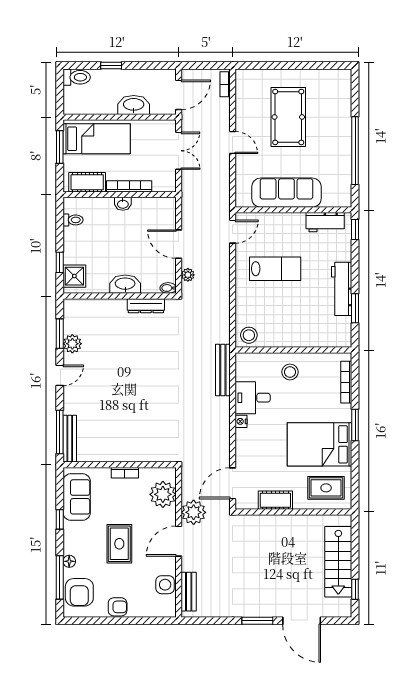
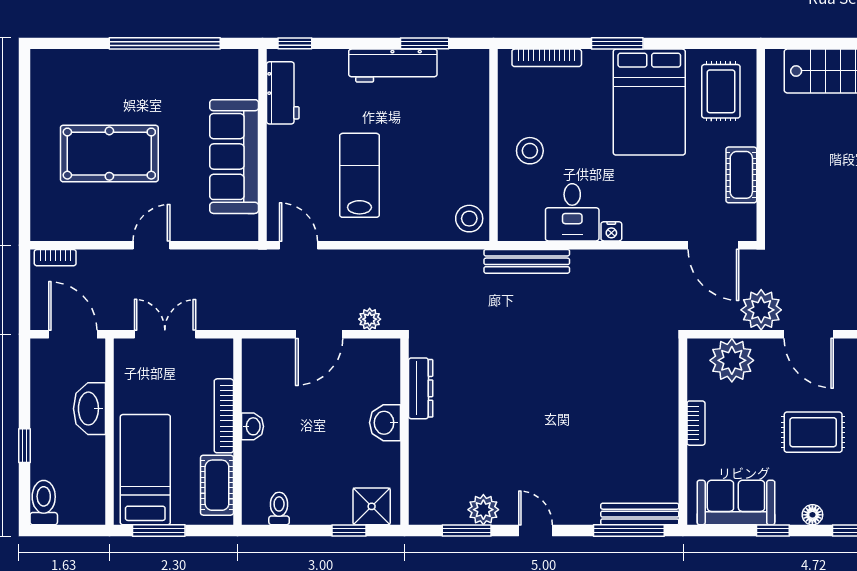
washbasin: (125, 284) -> (385, 423), width x0.72
bidet: (168, 288) -> (391, 352), removed
floor lamp: (69, 561) -> (812, 515), moved

